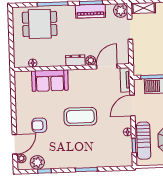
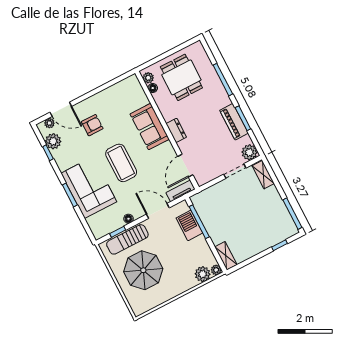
dining table: (40, 24) -> (181, 77), moved
plant: (91, 60) -> (148, 78), moved
door: (107, 66) -> (185, 166), swing flipped
sofa: (50, 81) -> (150, 127), moved
armchair: (39, 125) -> (92, 125), turned 90
corner sofa: (88, 152) -> (89, 187), added

